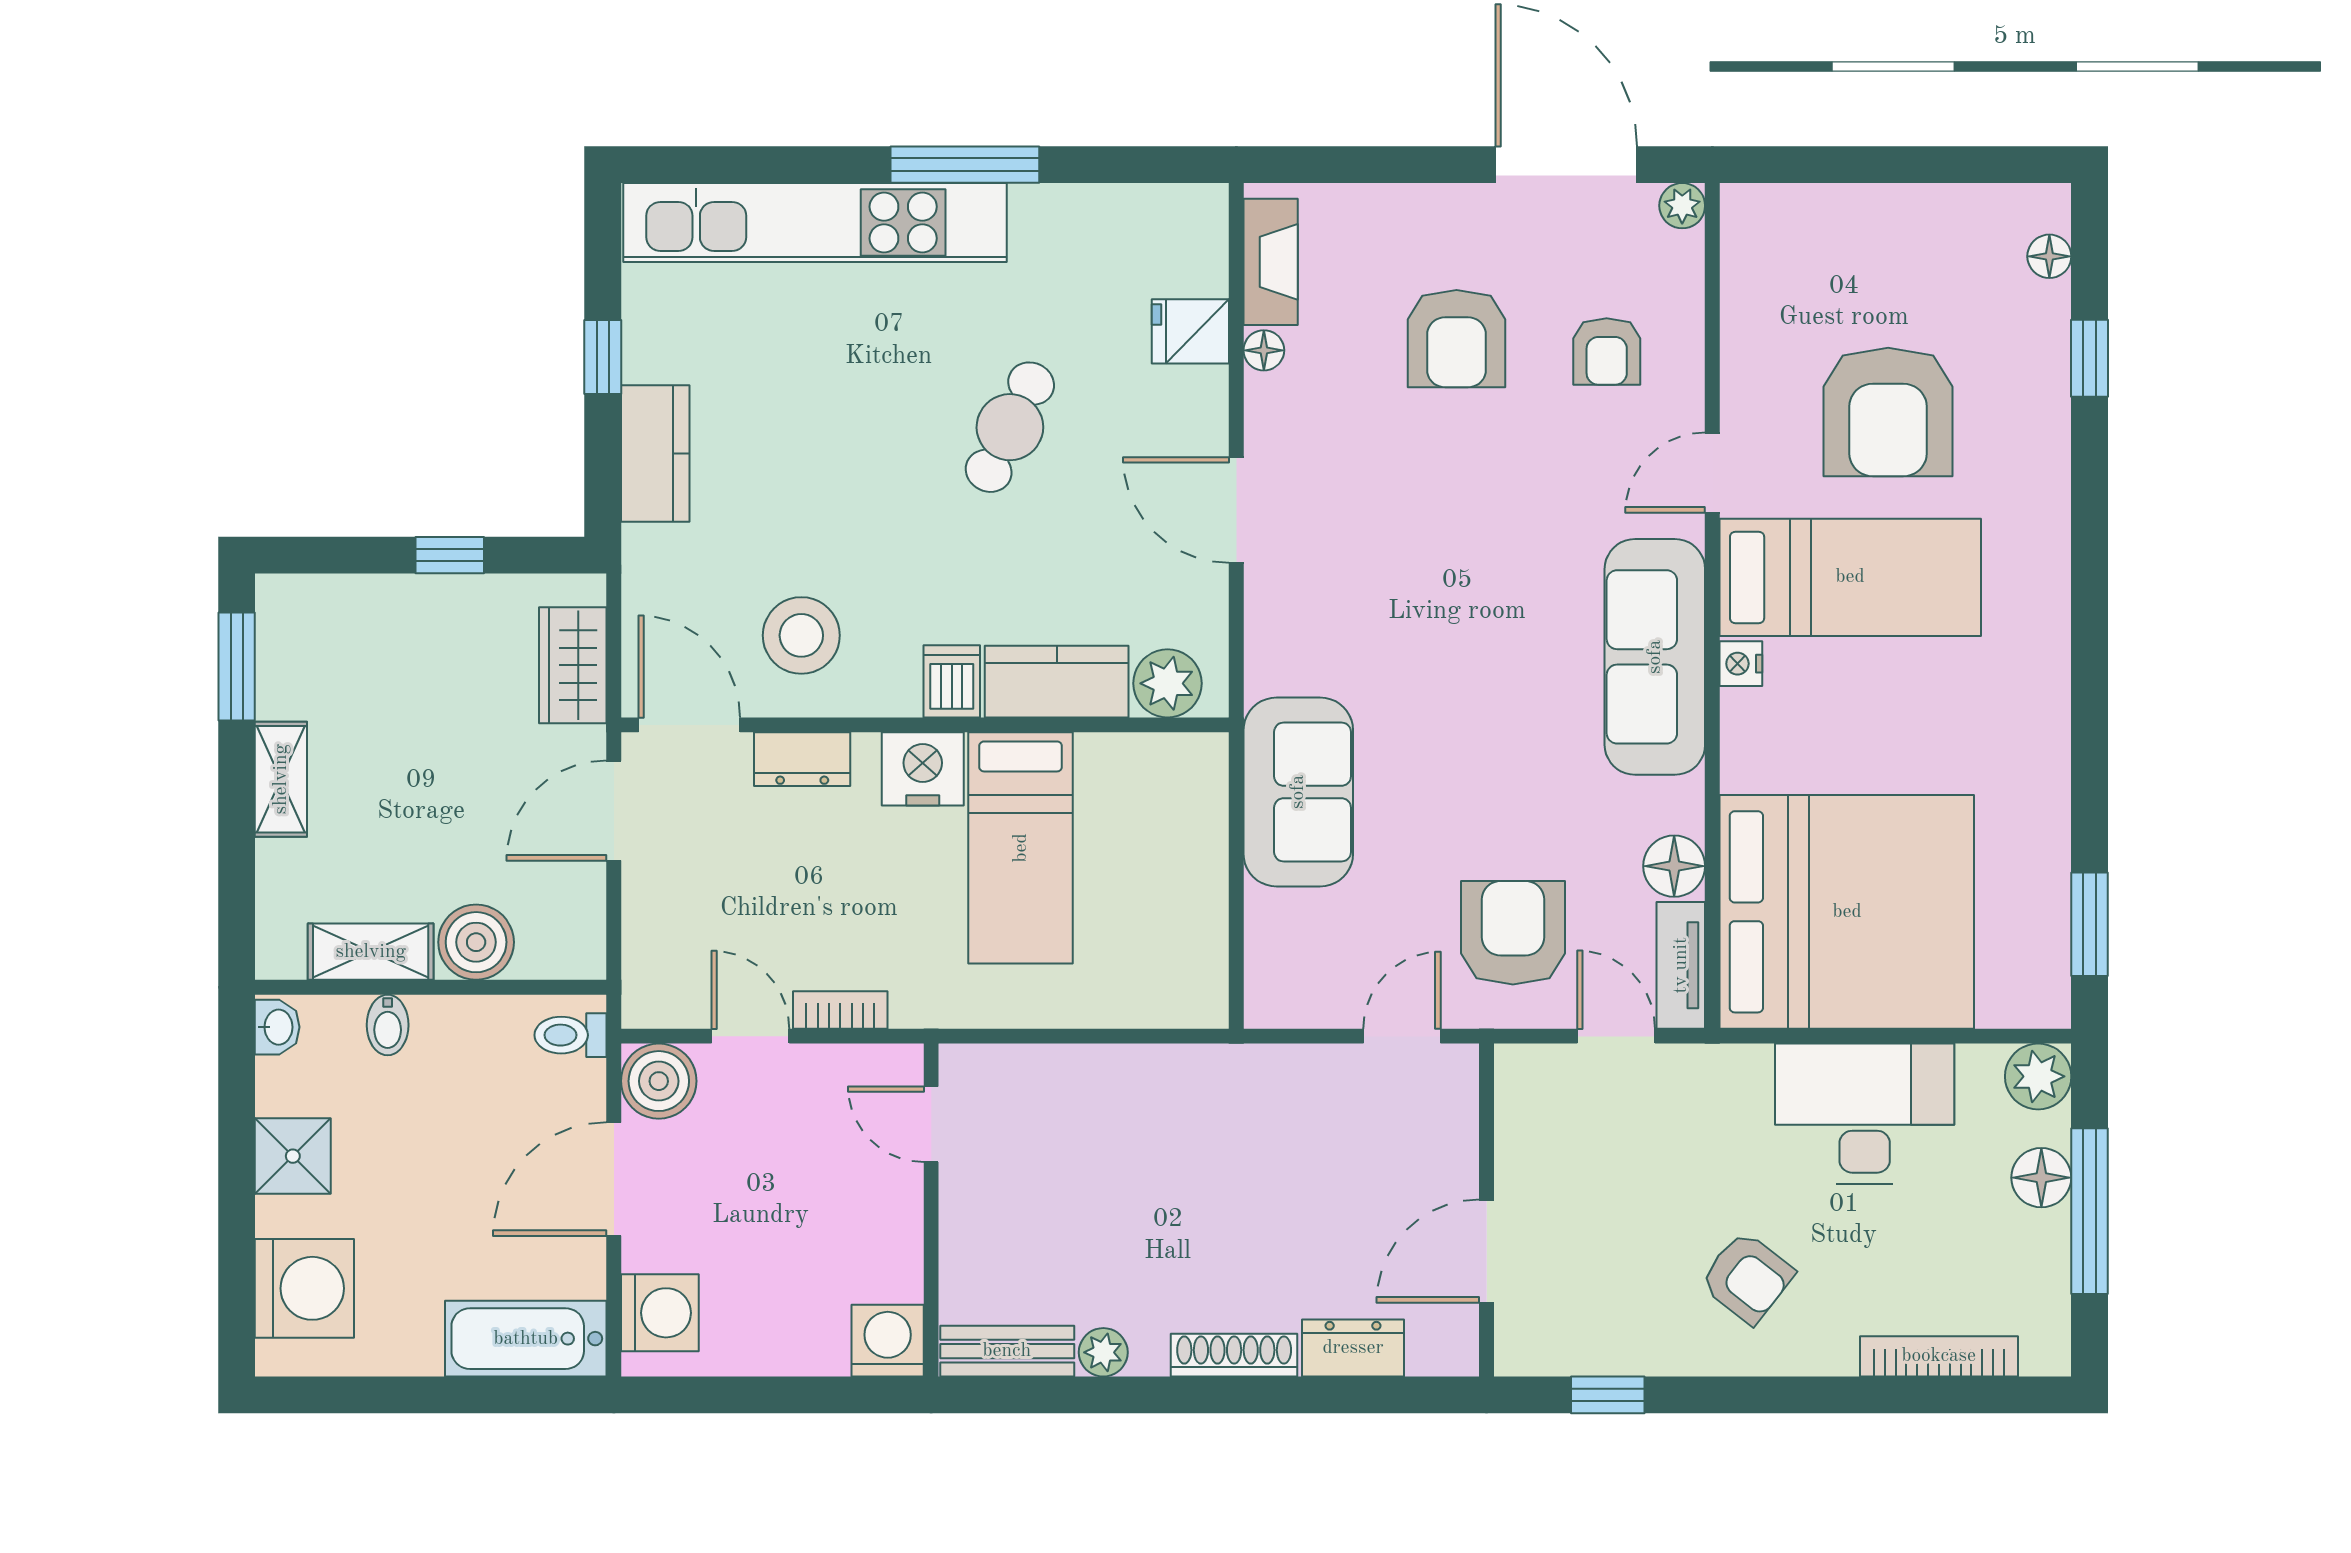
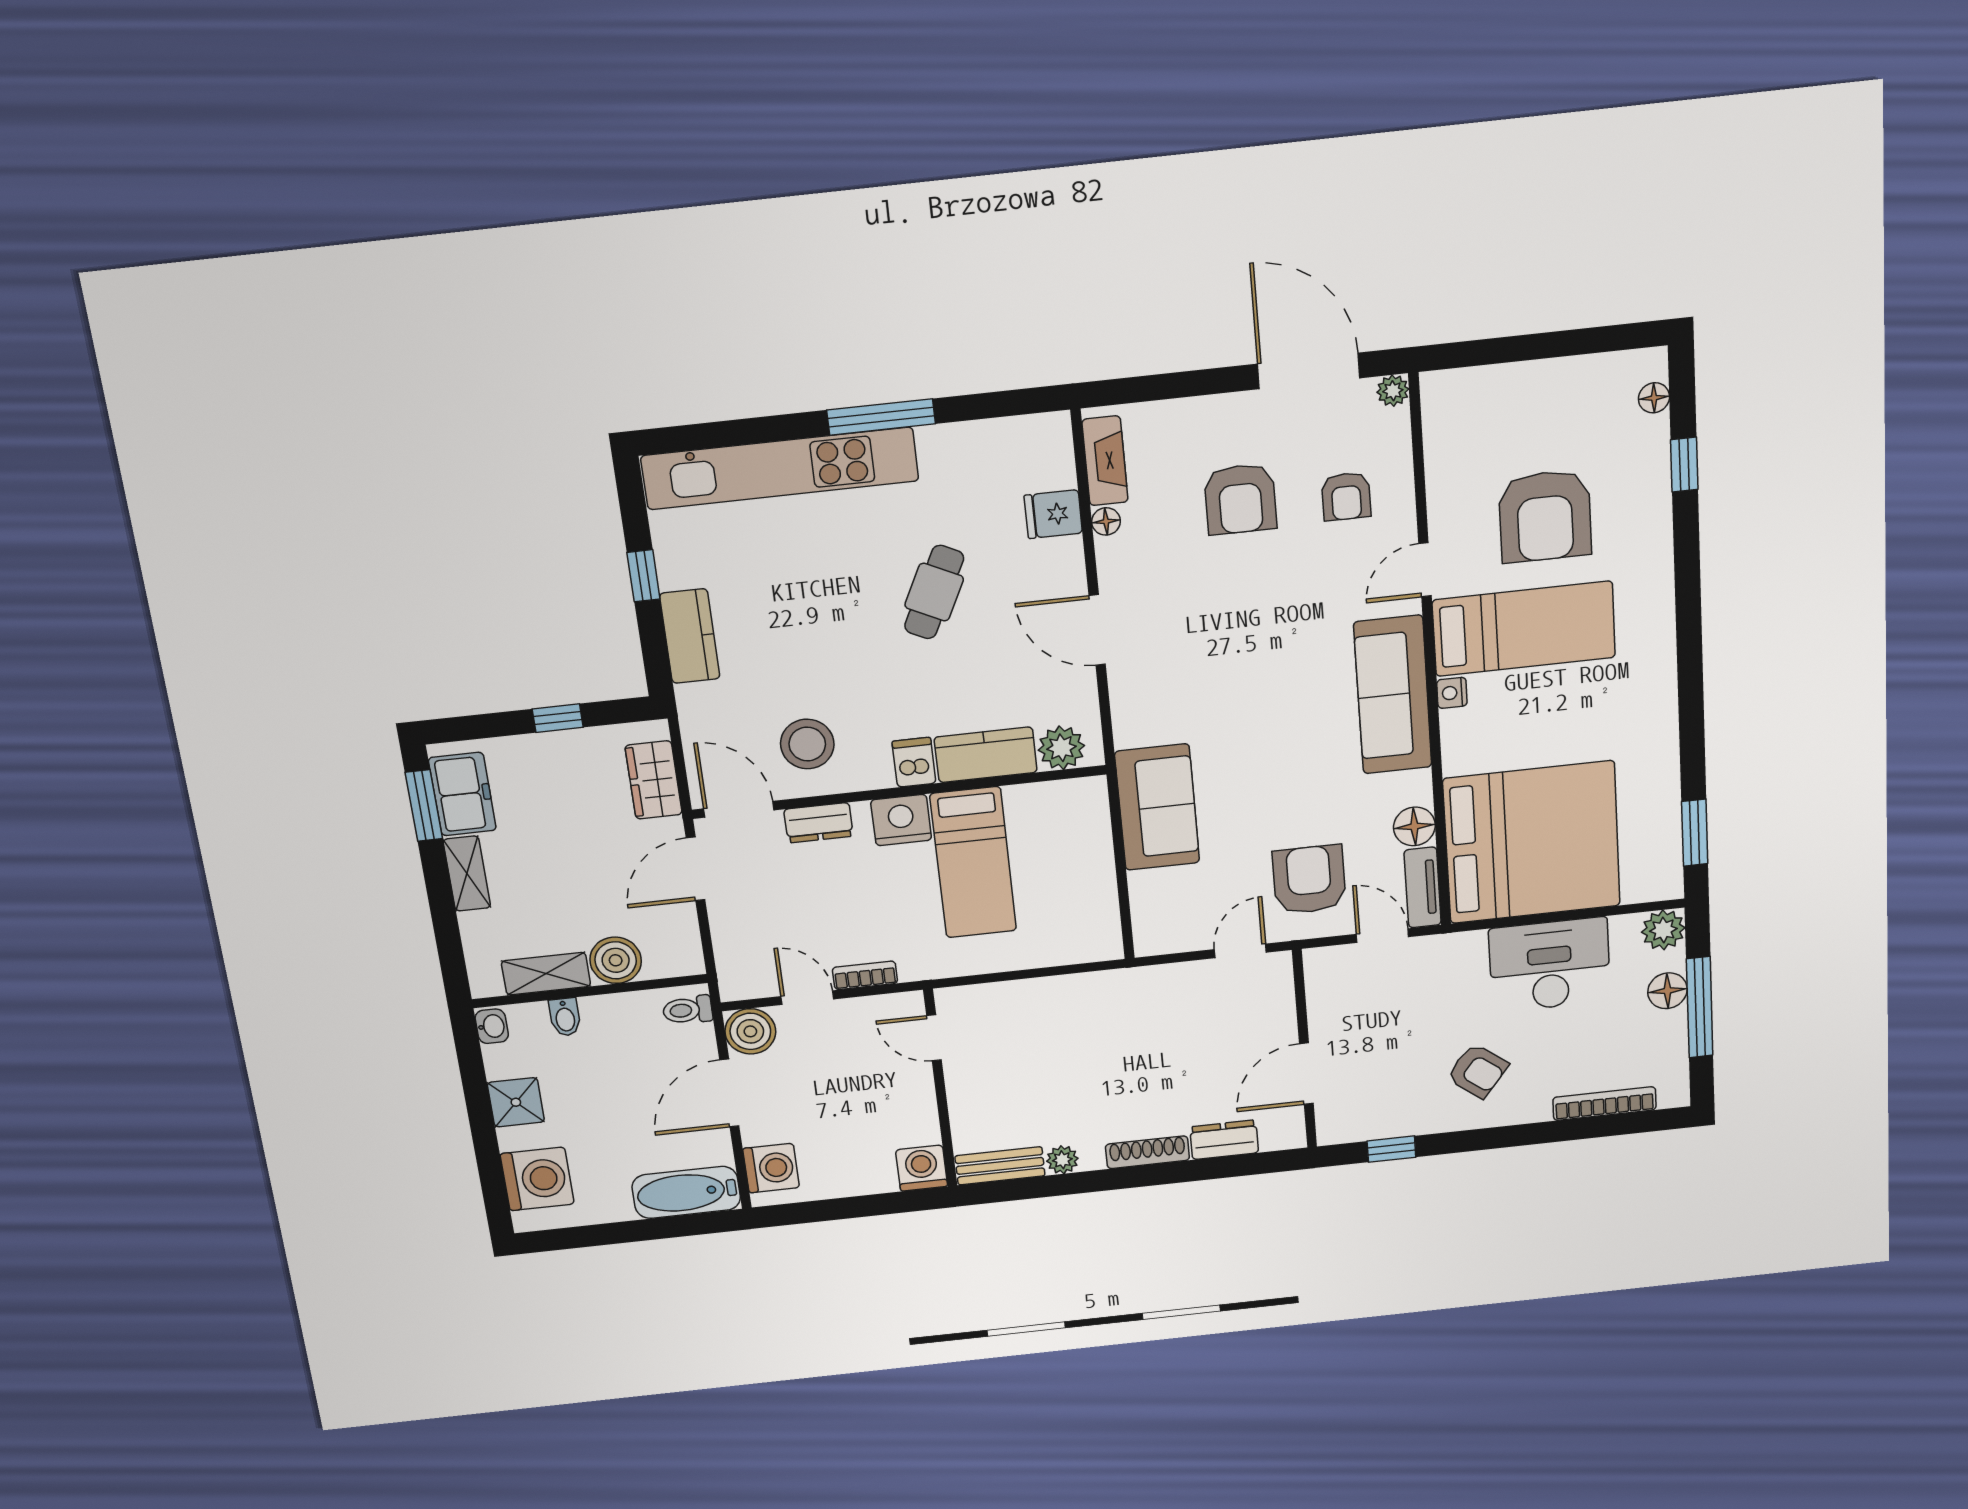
freezer: (295, 655) -> (462, 794), added

